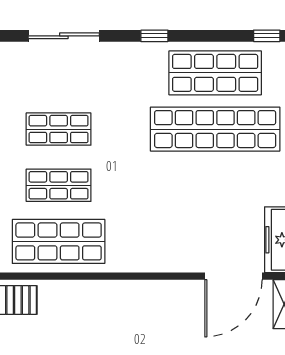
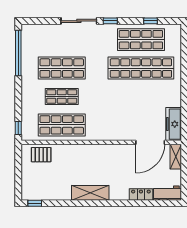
sliding door: (64, 36) -> (79, 21), moved
window: (267, 36) -> (150, 21), moved
shop shelf: (59, 129) -> (62, 68), width x1.43, depth x1.36

